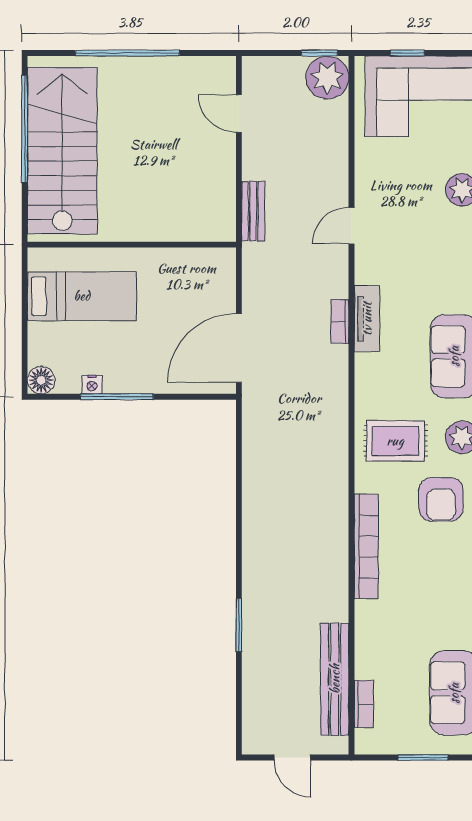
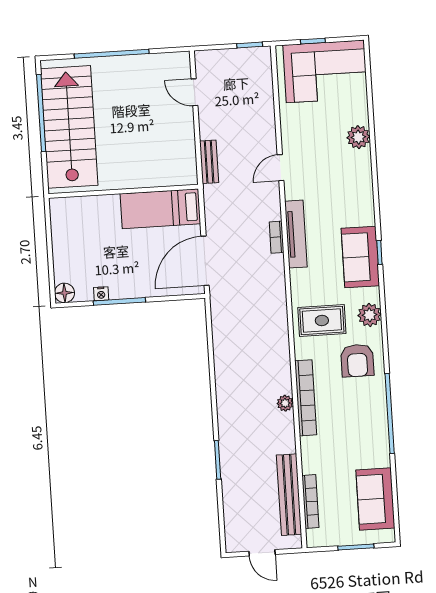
plant: (327, 78) -> (285, 403), moved, width x0.53, depth x0.53
bed: (82, 296) -> (160, 209), moved, turned 180
tv unit: (367, 319) -> (296, 234), width x1.41
bookcase: (364, 704) -> (310, 501), width x1.56

